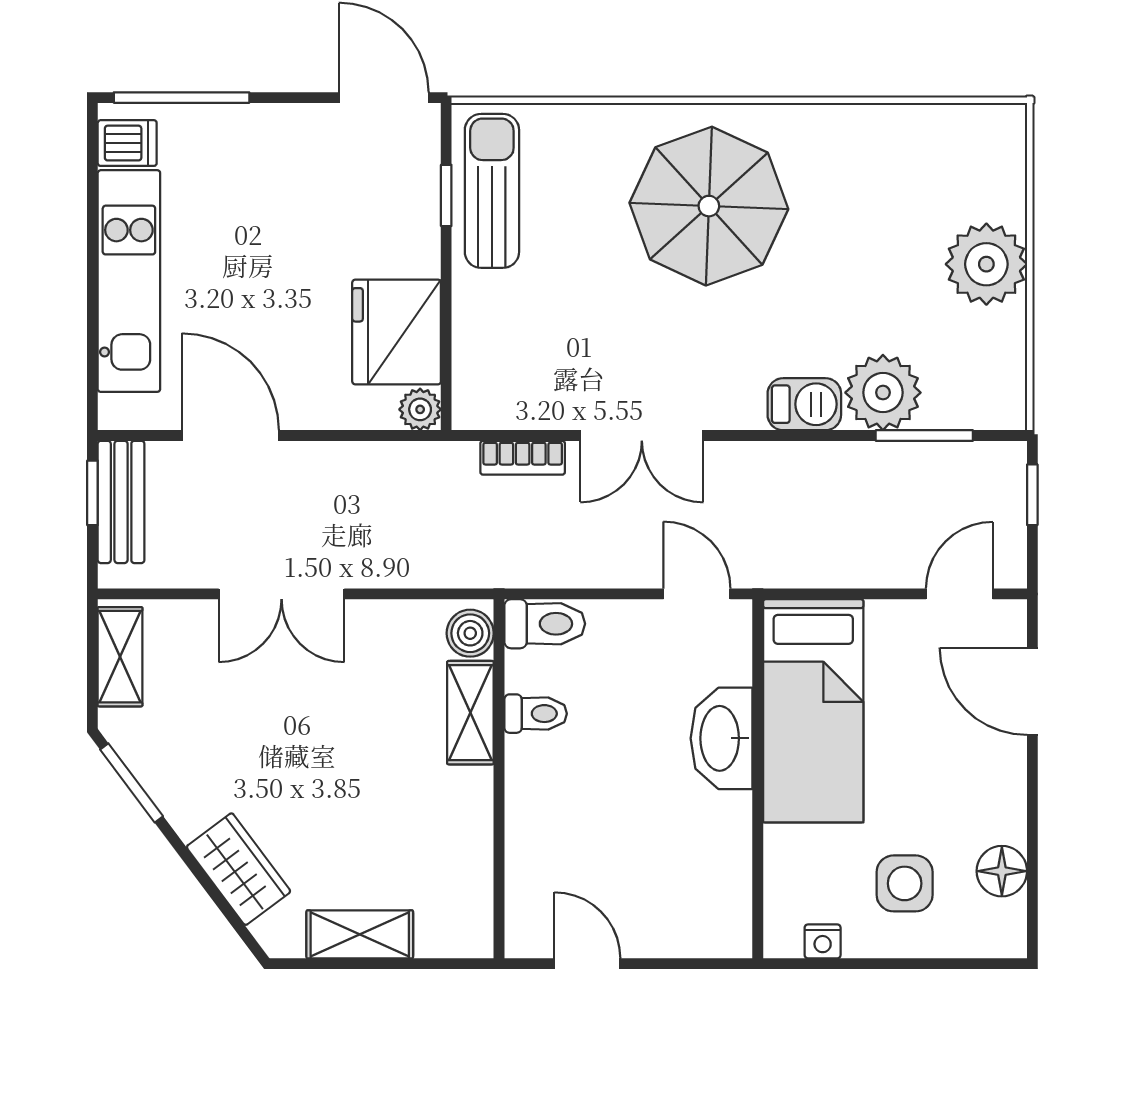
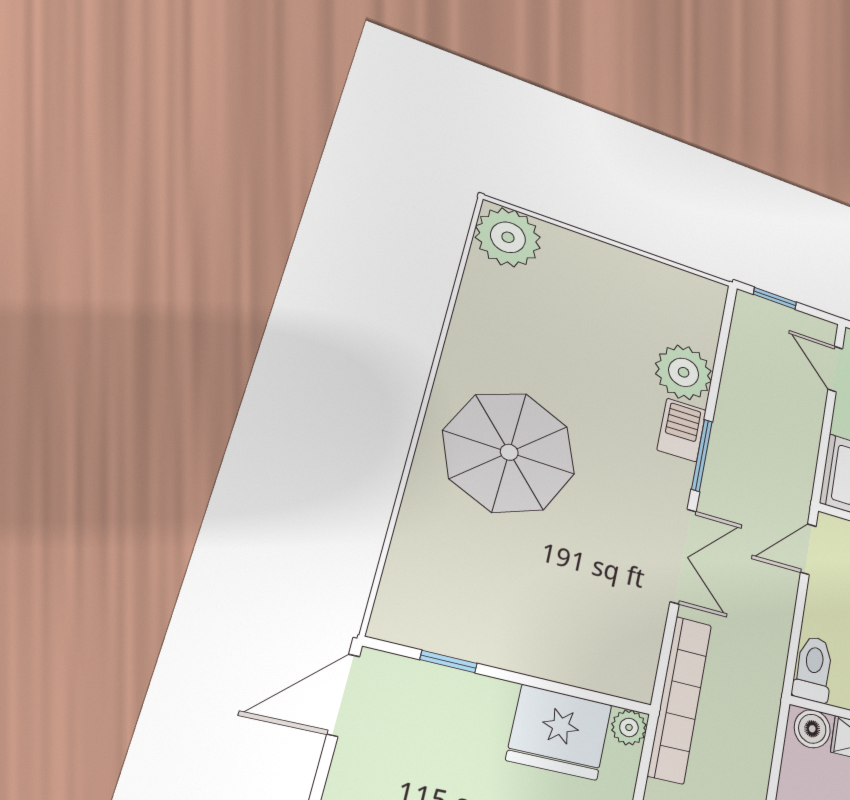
sun lounger: (492, 191) -> (454, 622), removed
plant: (986, 264) -> (508, 237), moved
window: (924, 436) -> (702, 455), moved
bookcase: (523, 458) -> (680, 699), width x2.31, depth x1.31

